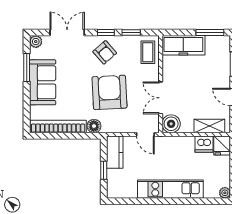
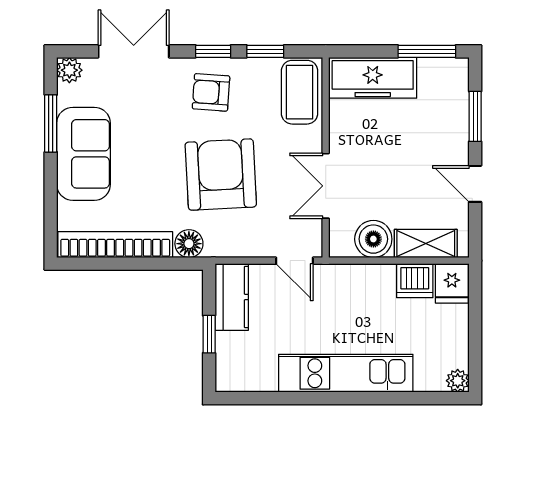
armchair: (105, 52) -> (211, 92), turned 135
coffee table: (148, 52) -> (300, 92), width x1.36, depth x1.30
boiler: (171, 124) -> (373, 239), moved

